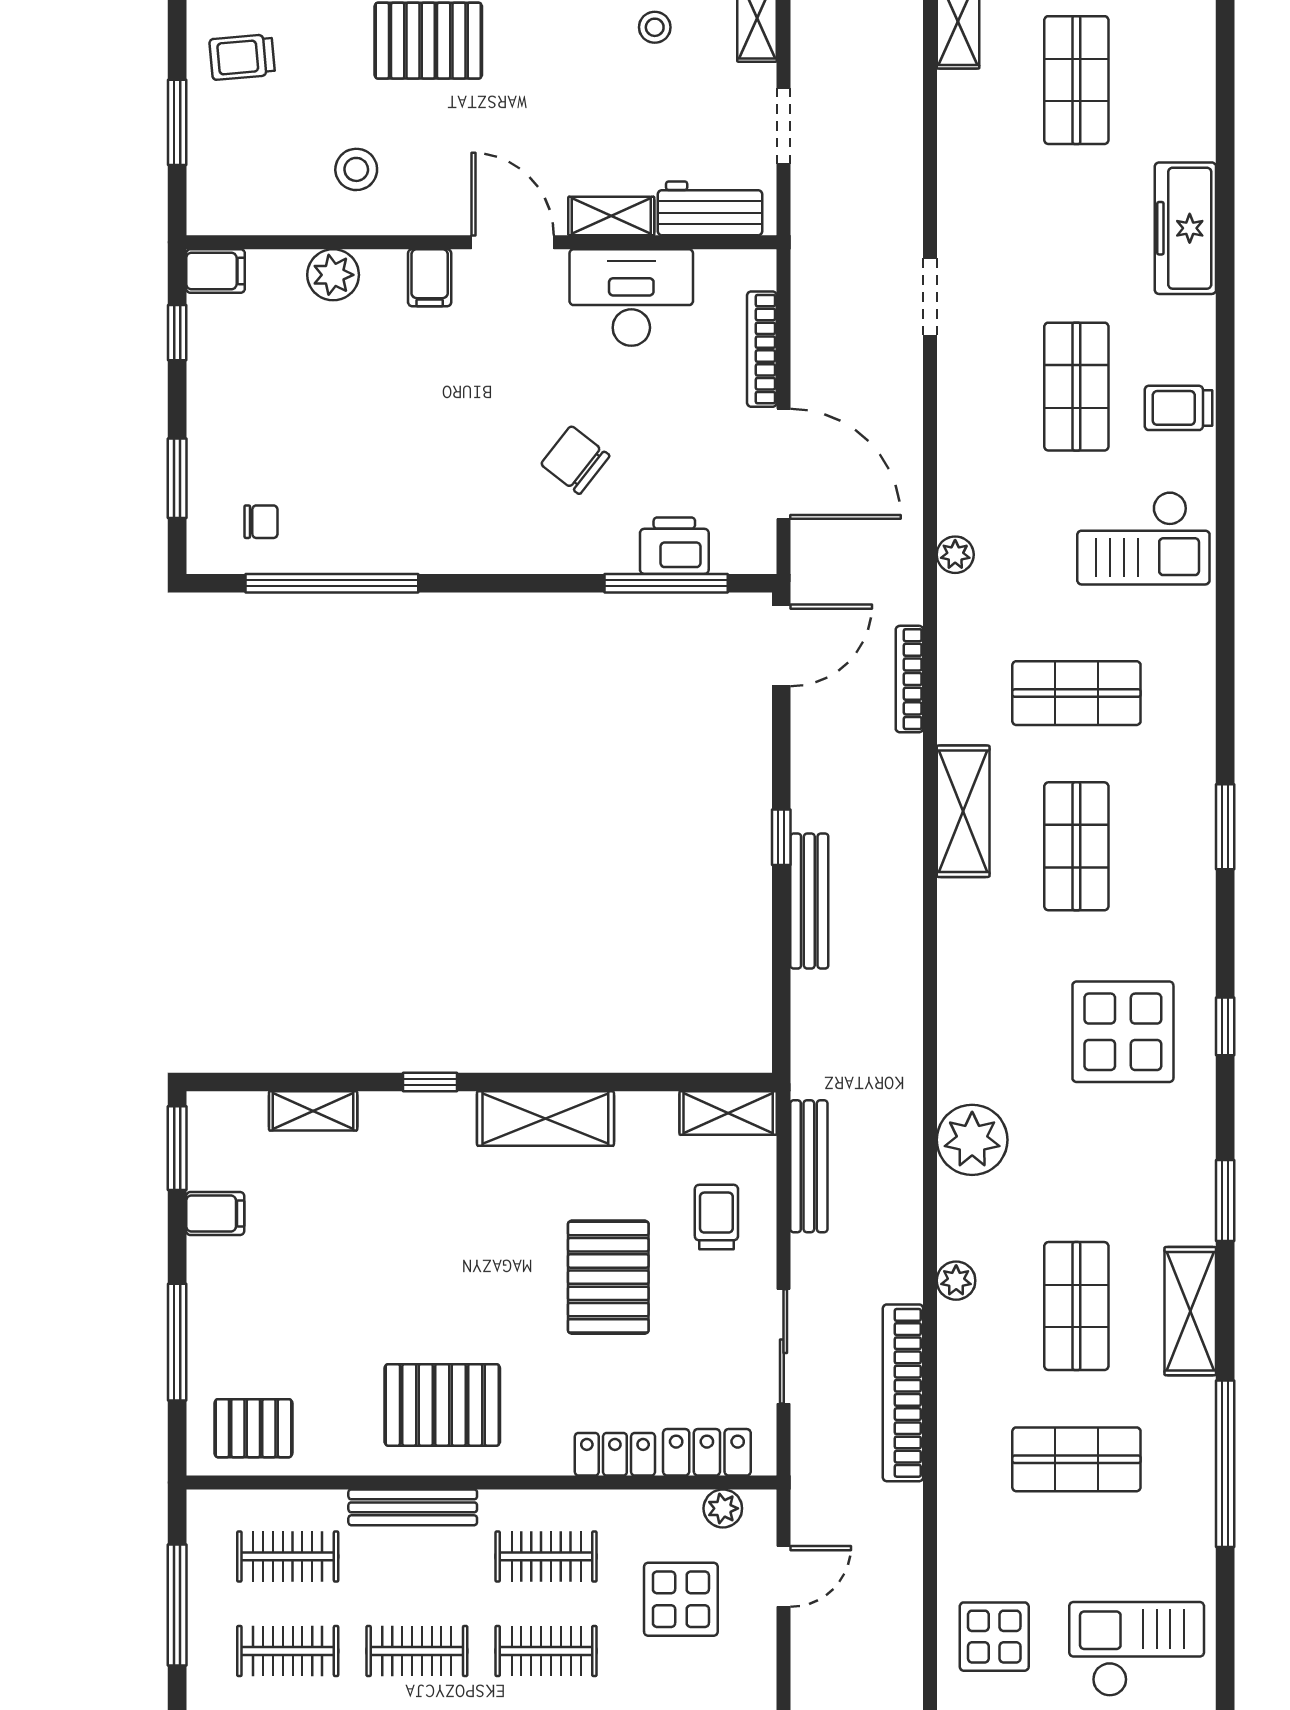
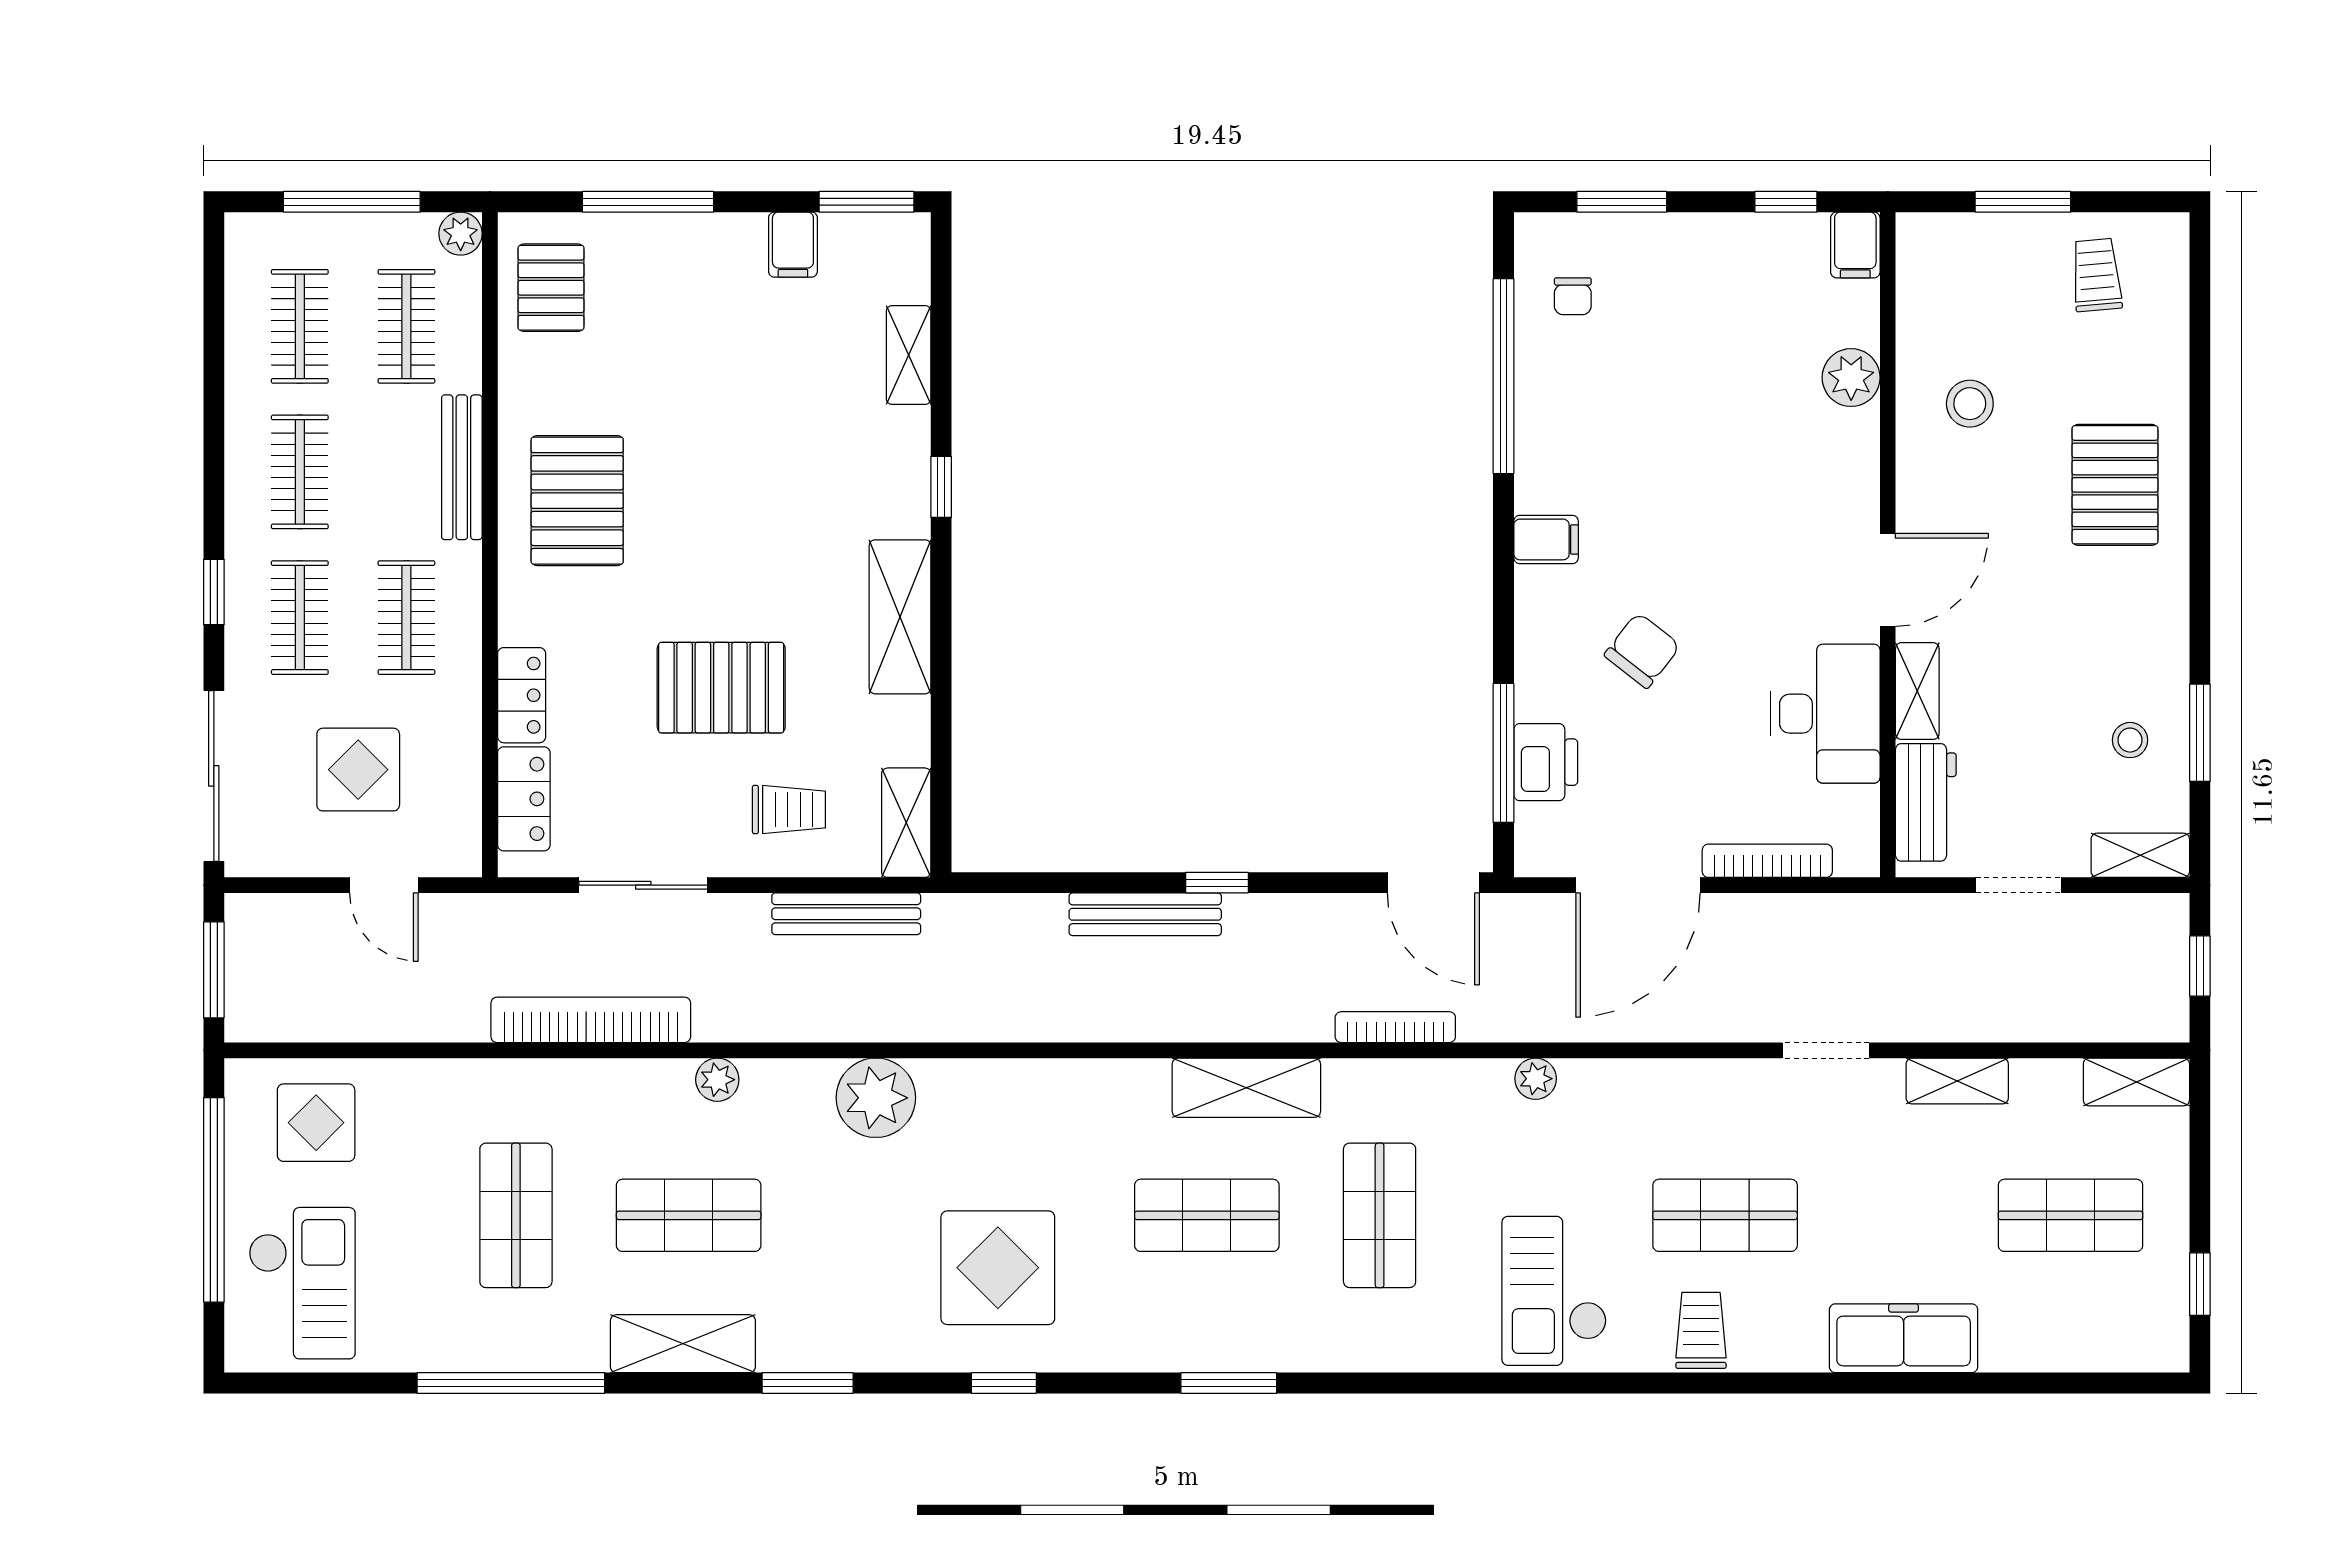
shelving: (957, 181) -> (1957, 1081), added
filing cabinet: (430, 278) -> (1546, 539), moved, turned 180
plant: (723, 1508) -> (461, 234), moved

